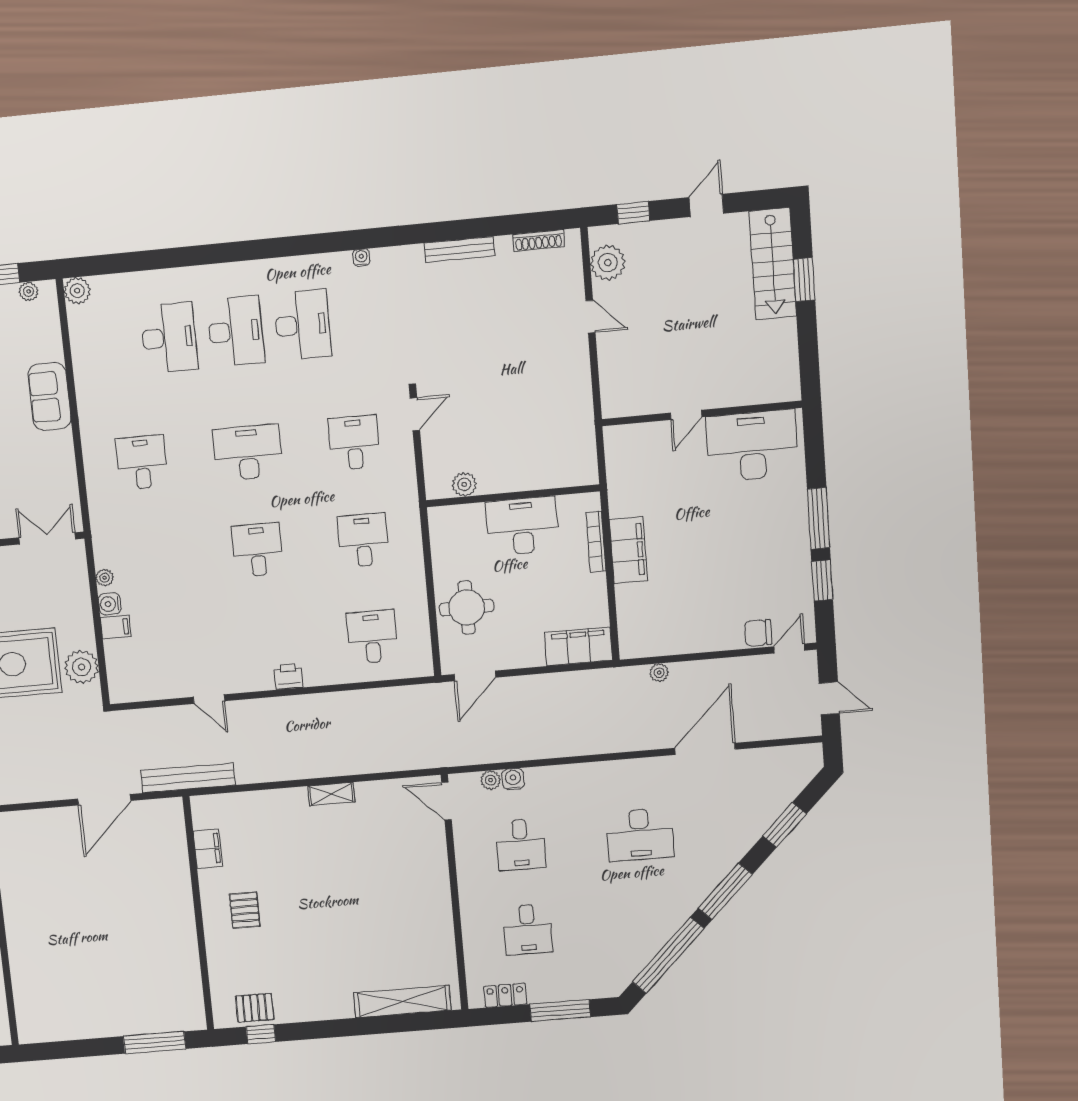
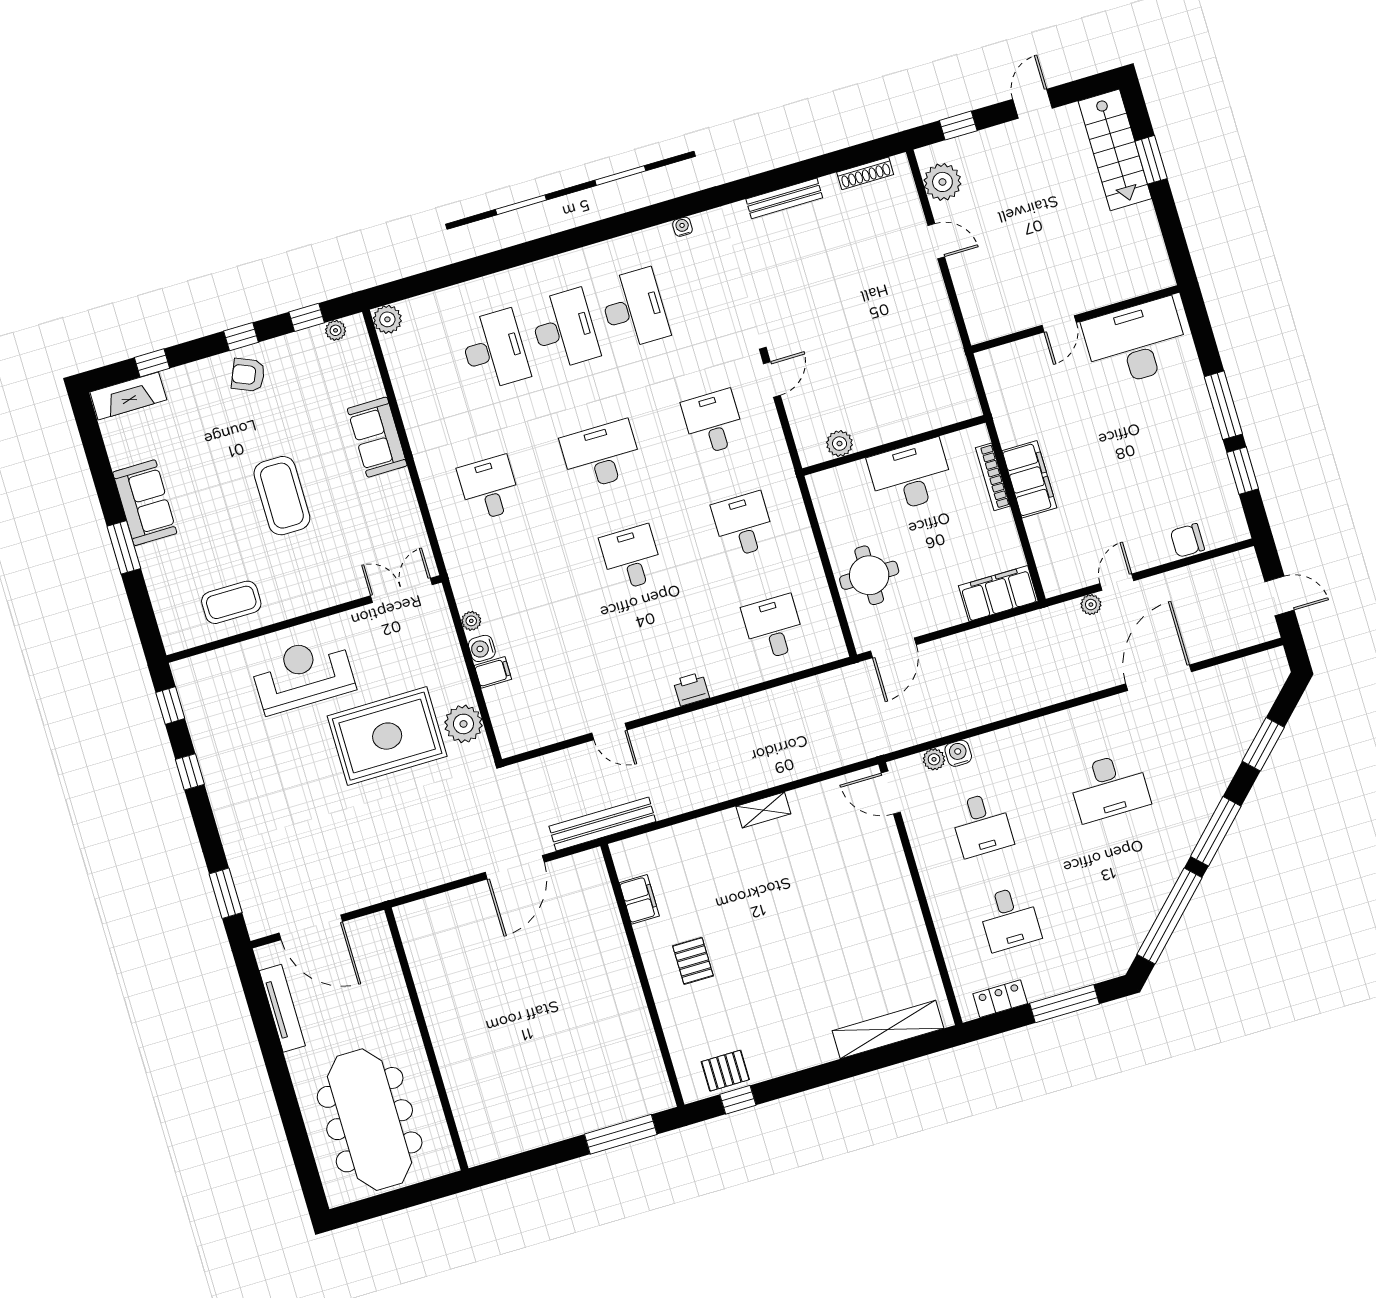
door: (789, 648) -> (1117, 582), moved

